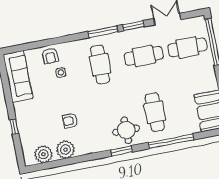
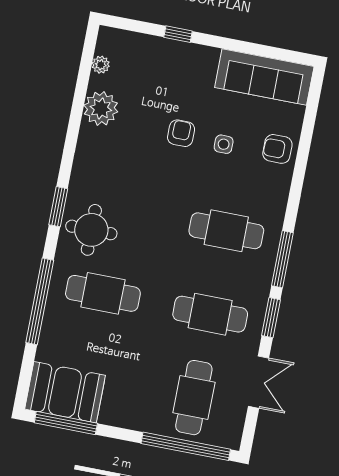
cafe table: (144, 56) -> (210, 314), turned 90
side table: (61, 72) -> (224, 144), moved
armchair: (70, 121) -> (181, 133), moved
plant: (43, 154) -> (101, 65), width x0.53, depth x0.53

